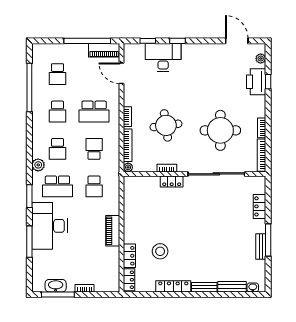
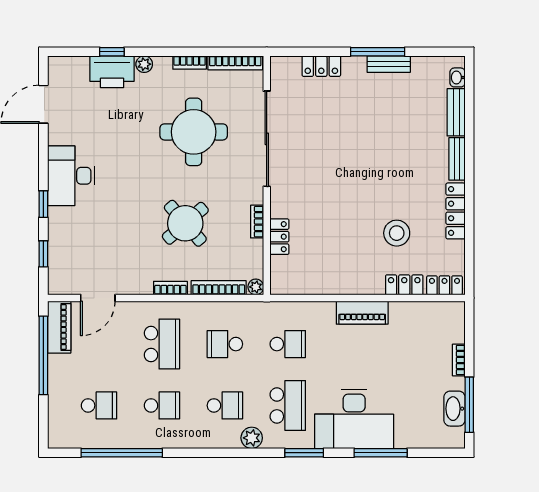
desk: (163, 57) -> (71, 176), moved
plant: (261, 59) -> (144, 64), moved
round table: (166, 125) -> (185, 223), turned -33
locker: (172, 181) -> (279, 237), moved

